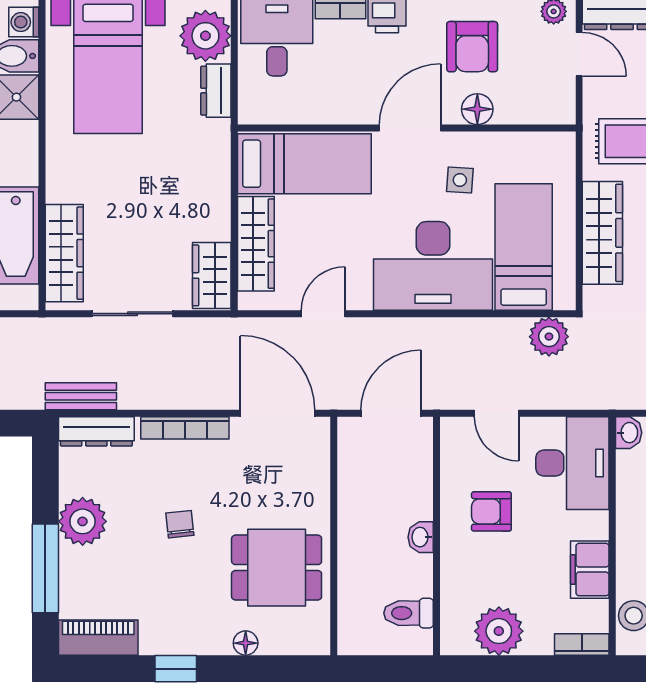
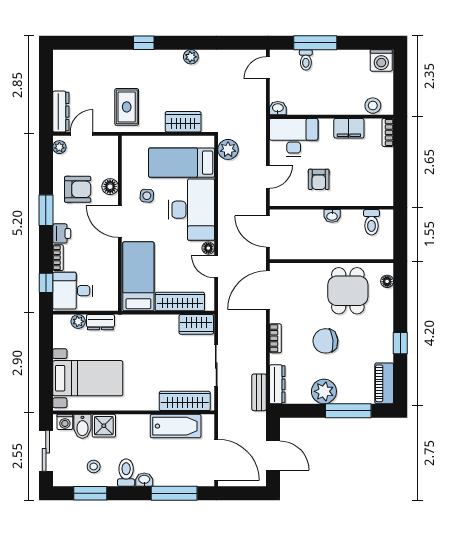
plant: (205, 36) -> (78, 321), width x0.53, depth x0.53
wardrobe: (602, 233) -> (183, 122), width x0.67
floor lamp: (359, 298) -> (208, 248), added
bookcase: (185, 428) -> (275, 338), width x0.64
chair: (180, 524) -> (325, 341), width x1.87, depth x1.87
plant: (499, 631) -> (381, 175), removed
floor lamp: (246, 643) -> (387, 281), moved

